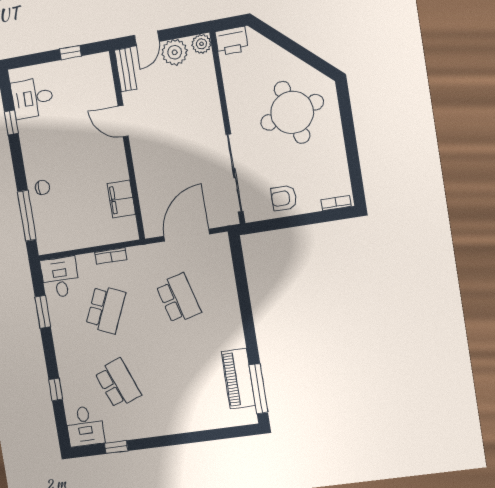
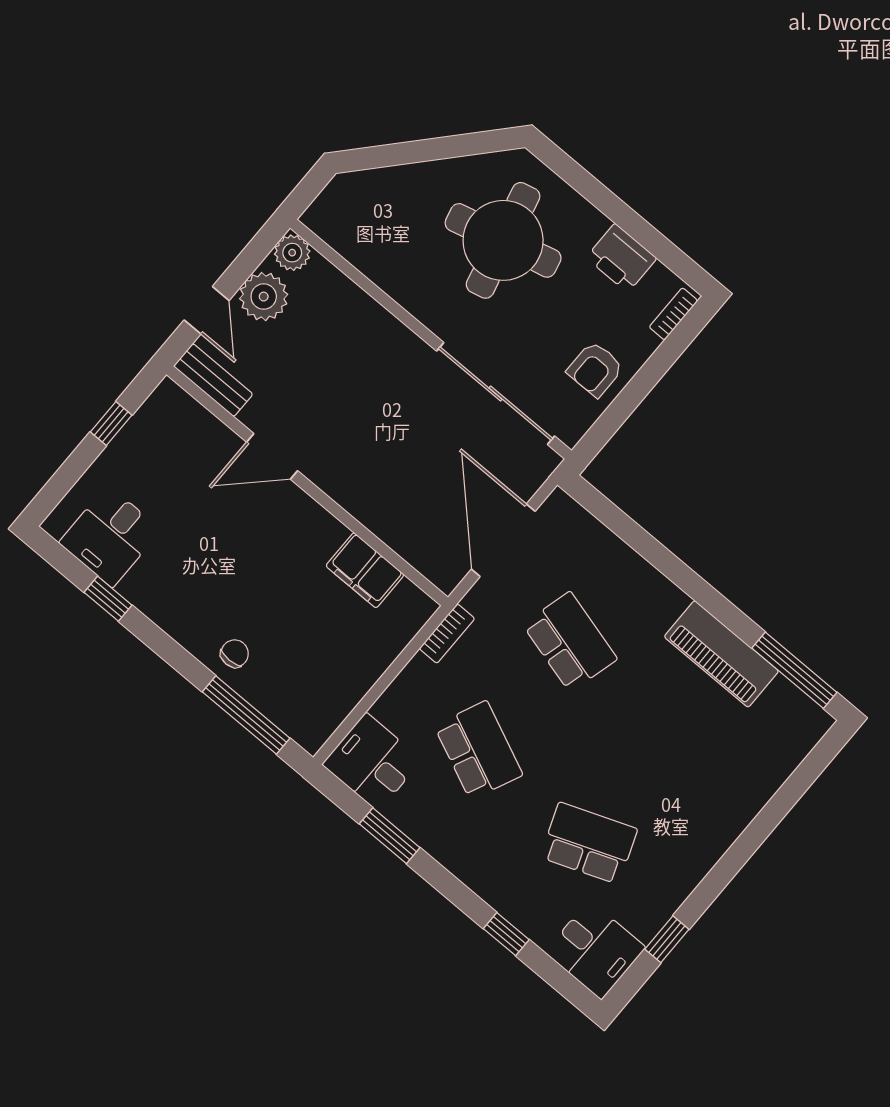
printer: (232, 41) -> (621, 258), moved, turned 90
bookcase: (111, 256) -> (447, 634), moved
school desk: (178, 299) -> (570, 642), turned 30
piano: (238, 379) -> (721, 654), moved

